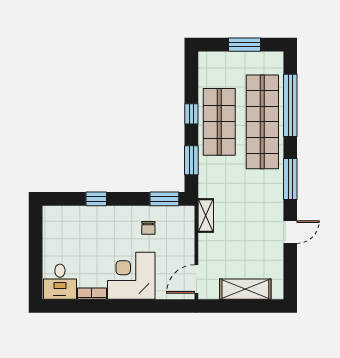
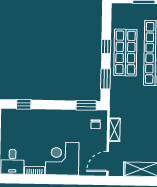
window: (96, 199) -> (24, 104), moved
shelving: (206, 215) -> (115, 130), moved
chair: (148, 228) -> (96, 124), moved

